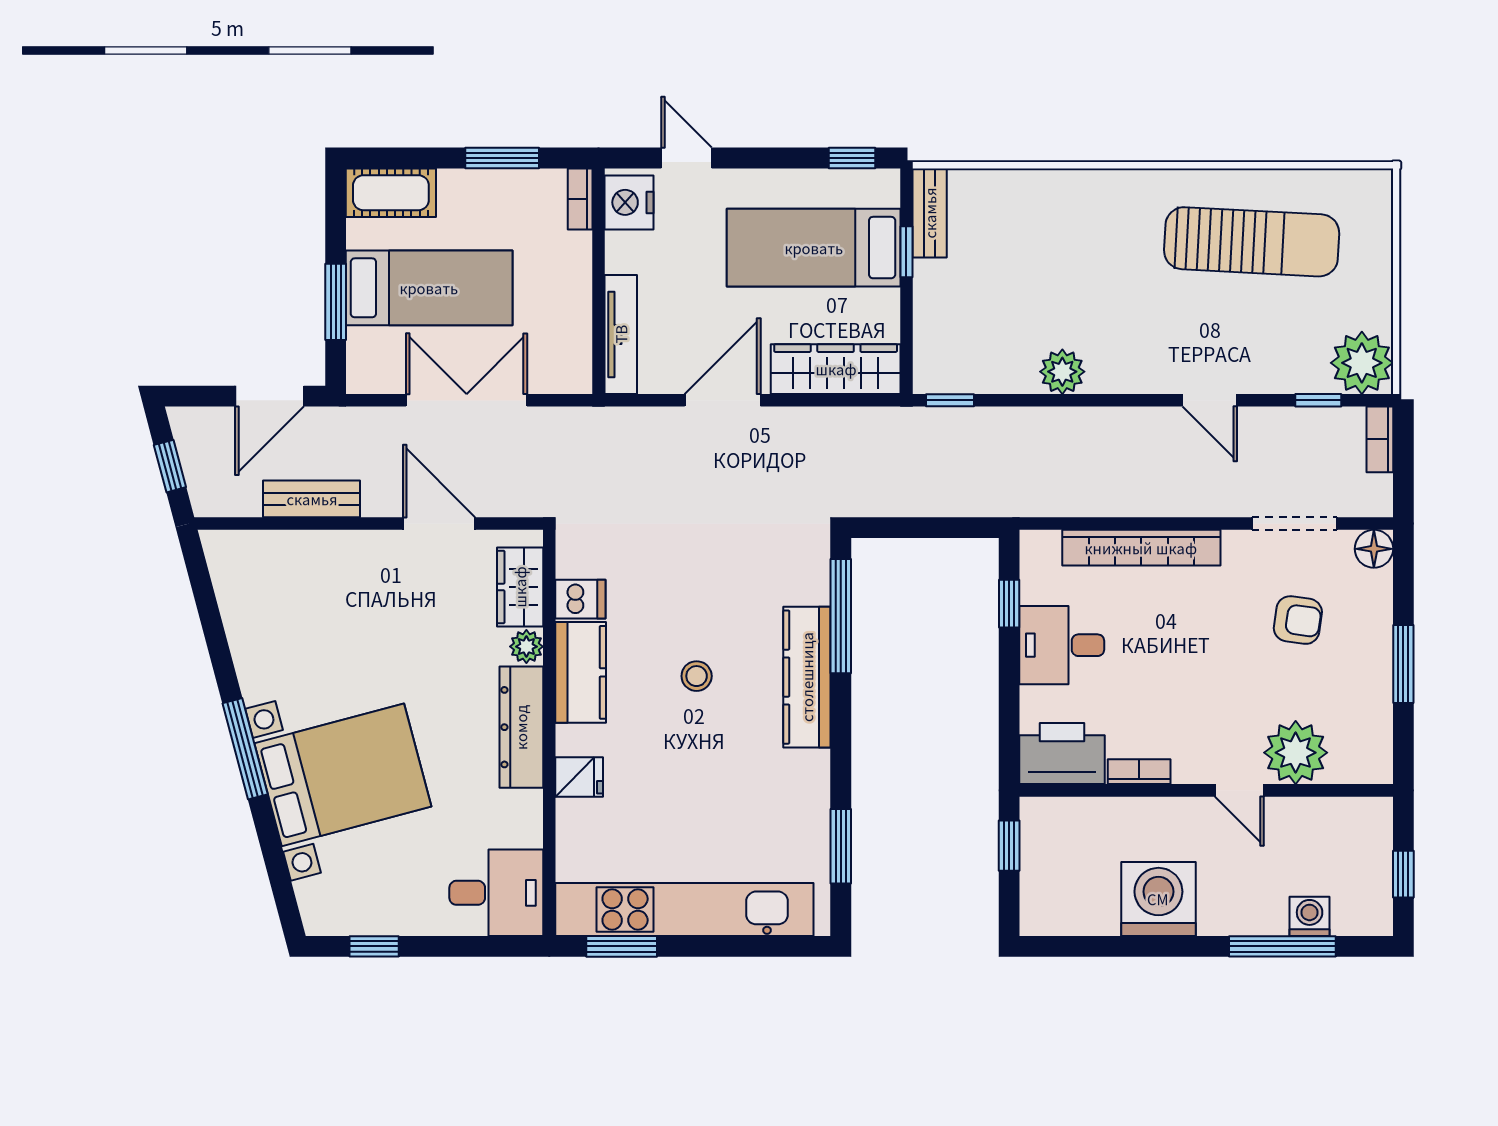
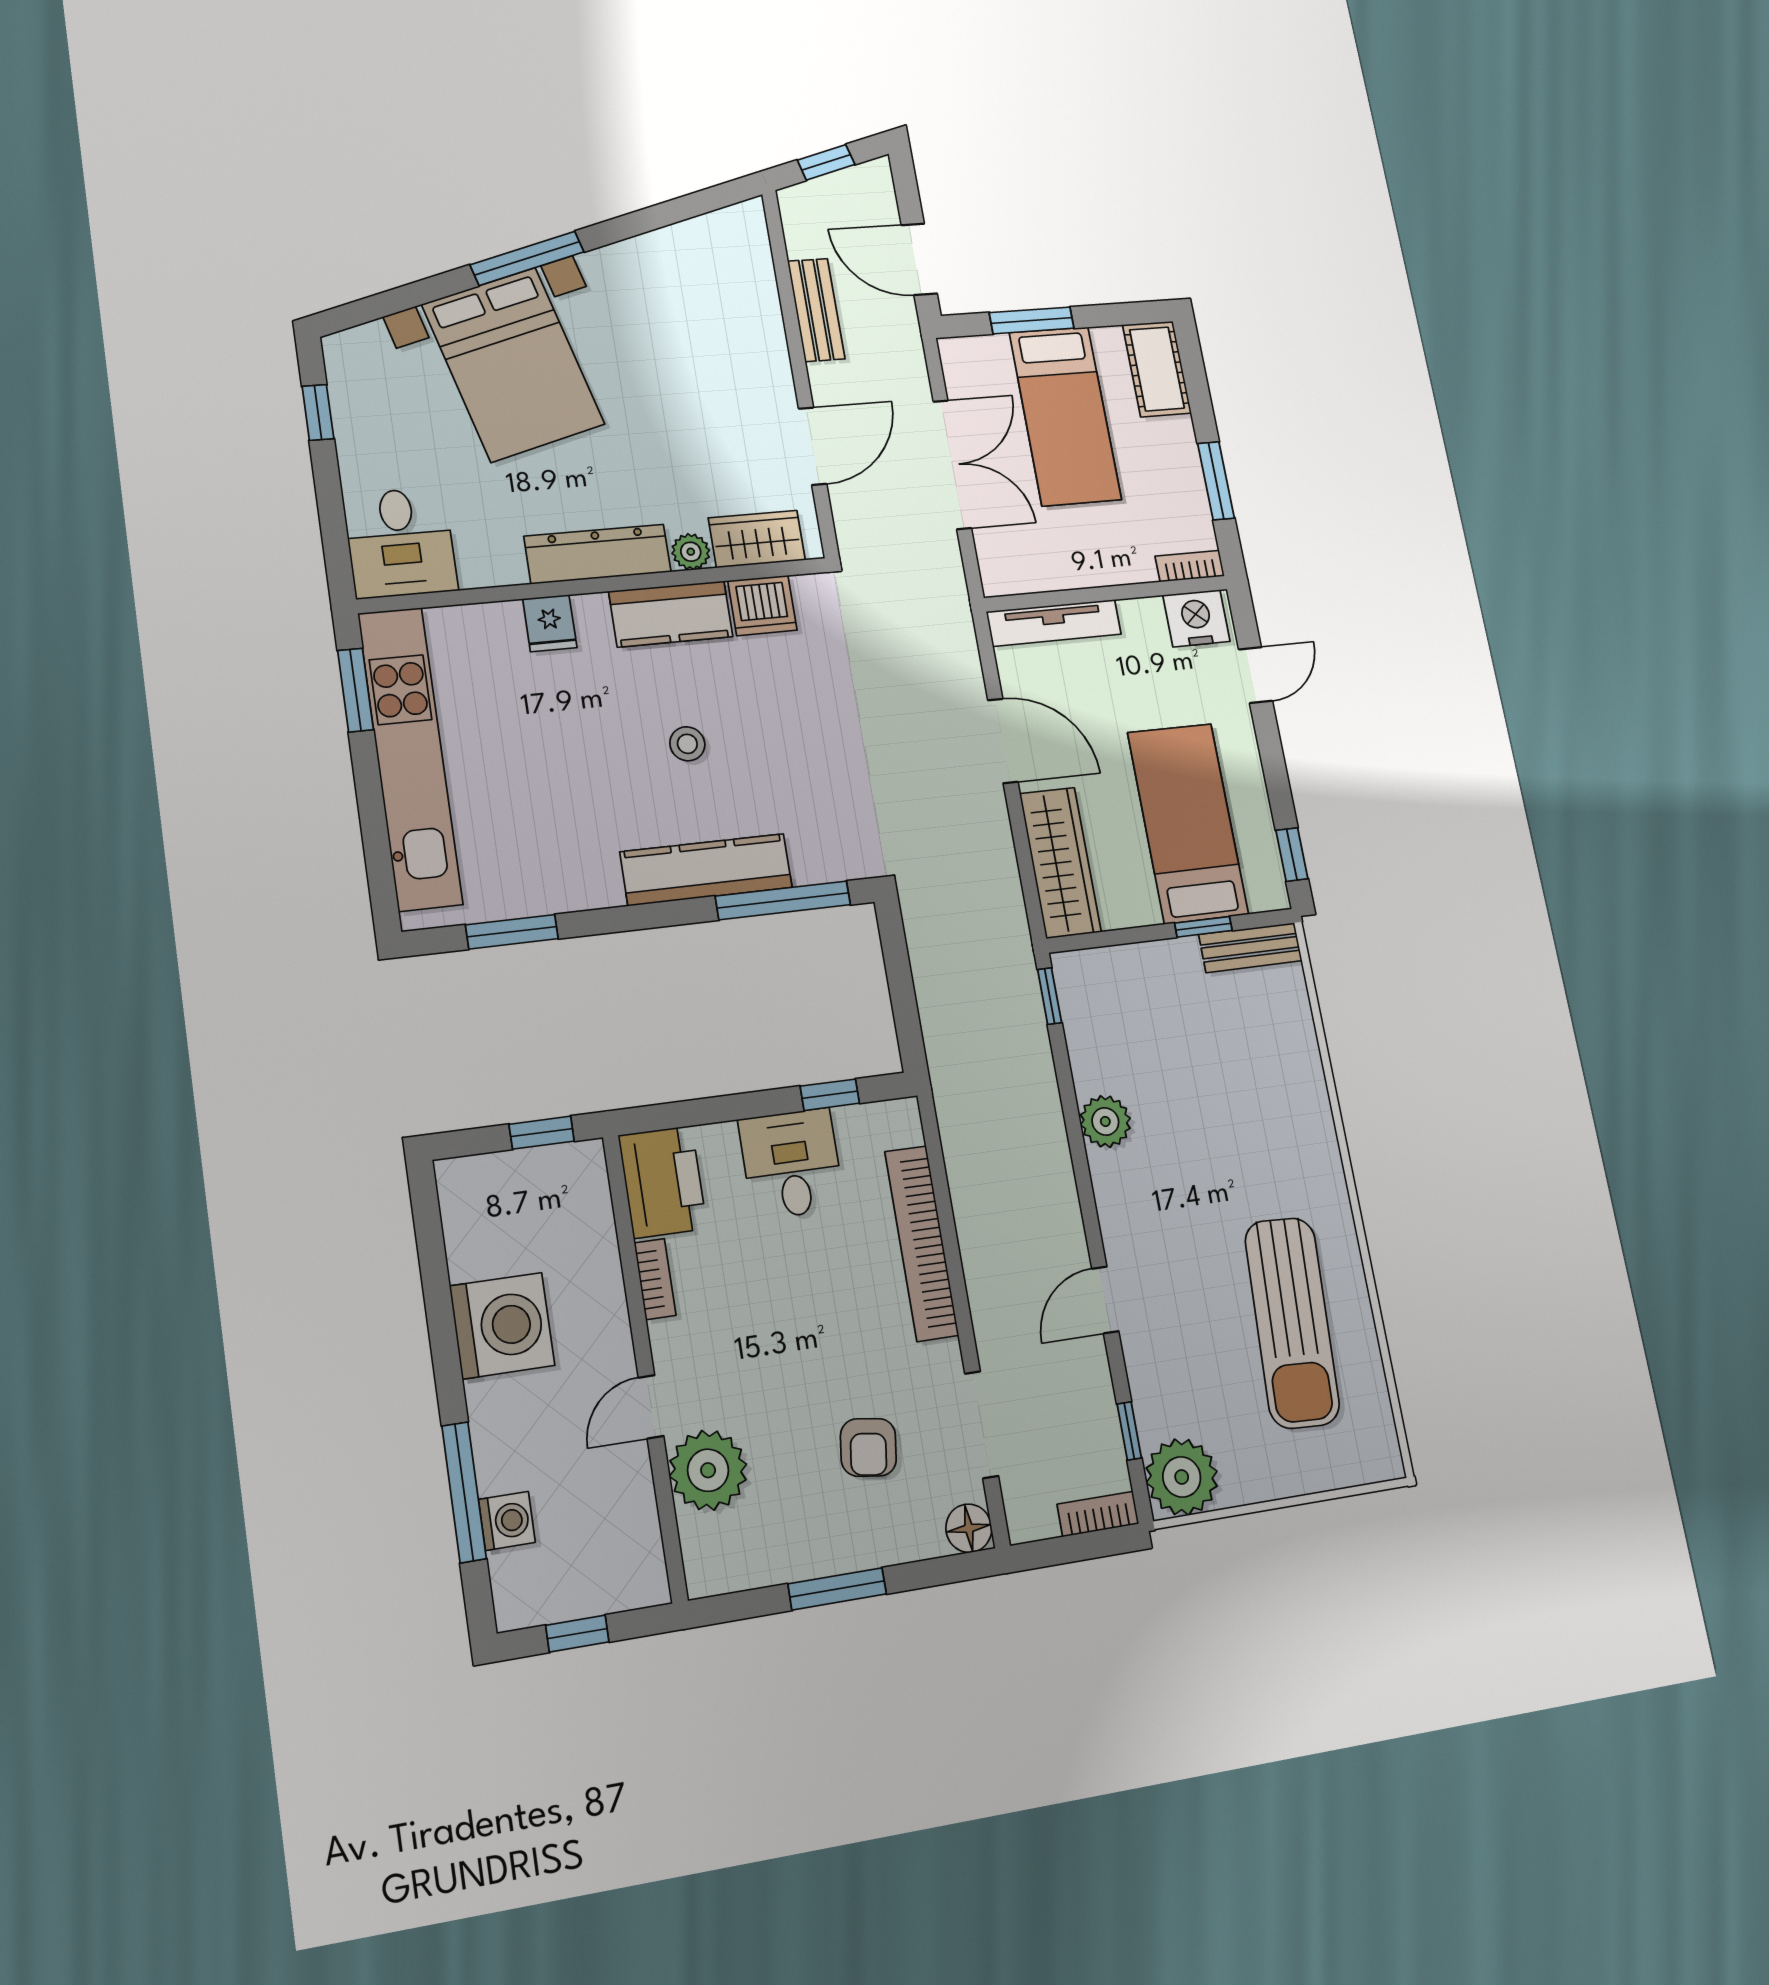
dishwasher: (580, 599) -> (762, 605), width x1.38

